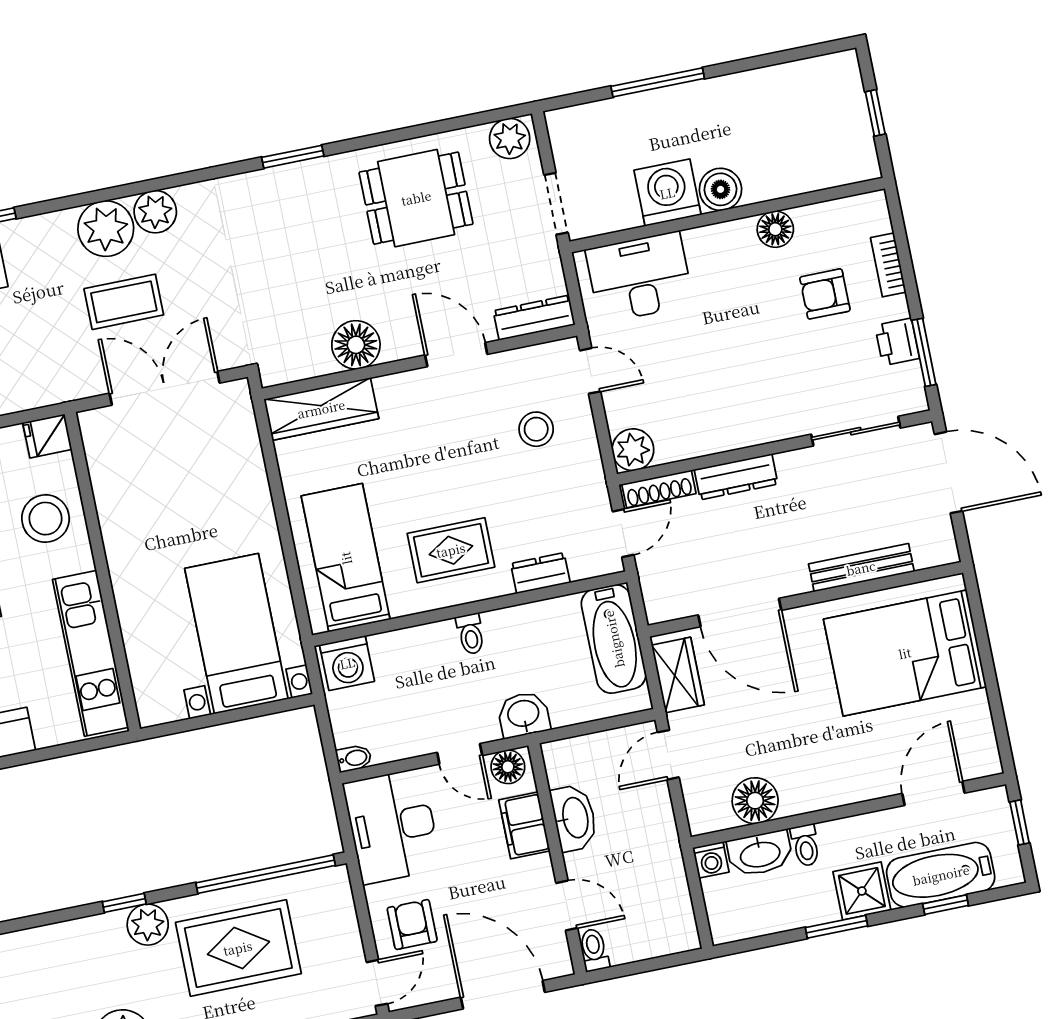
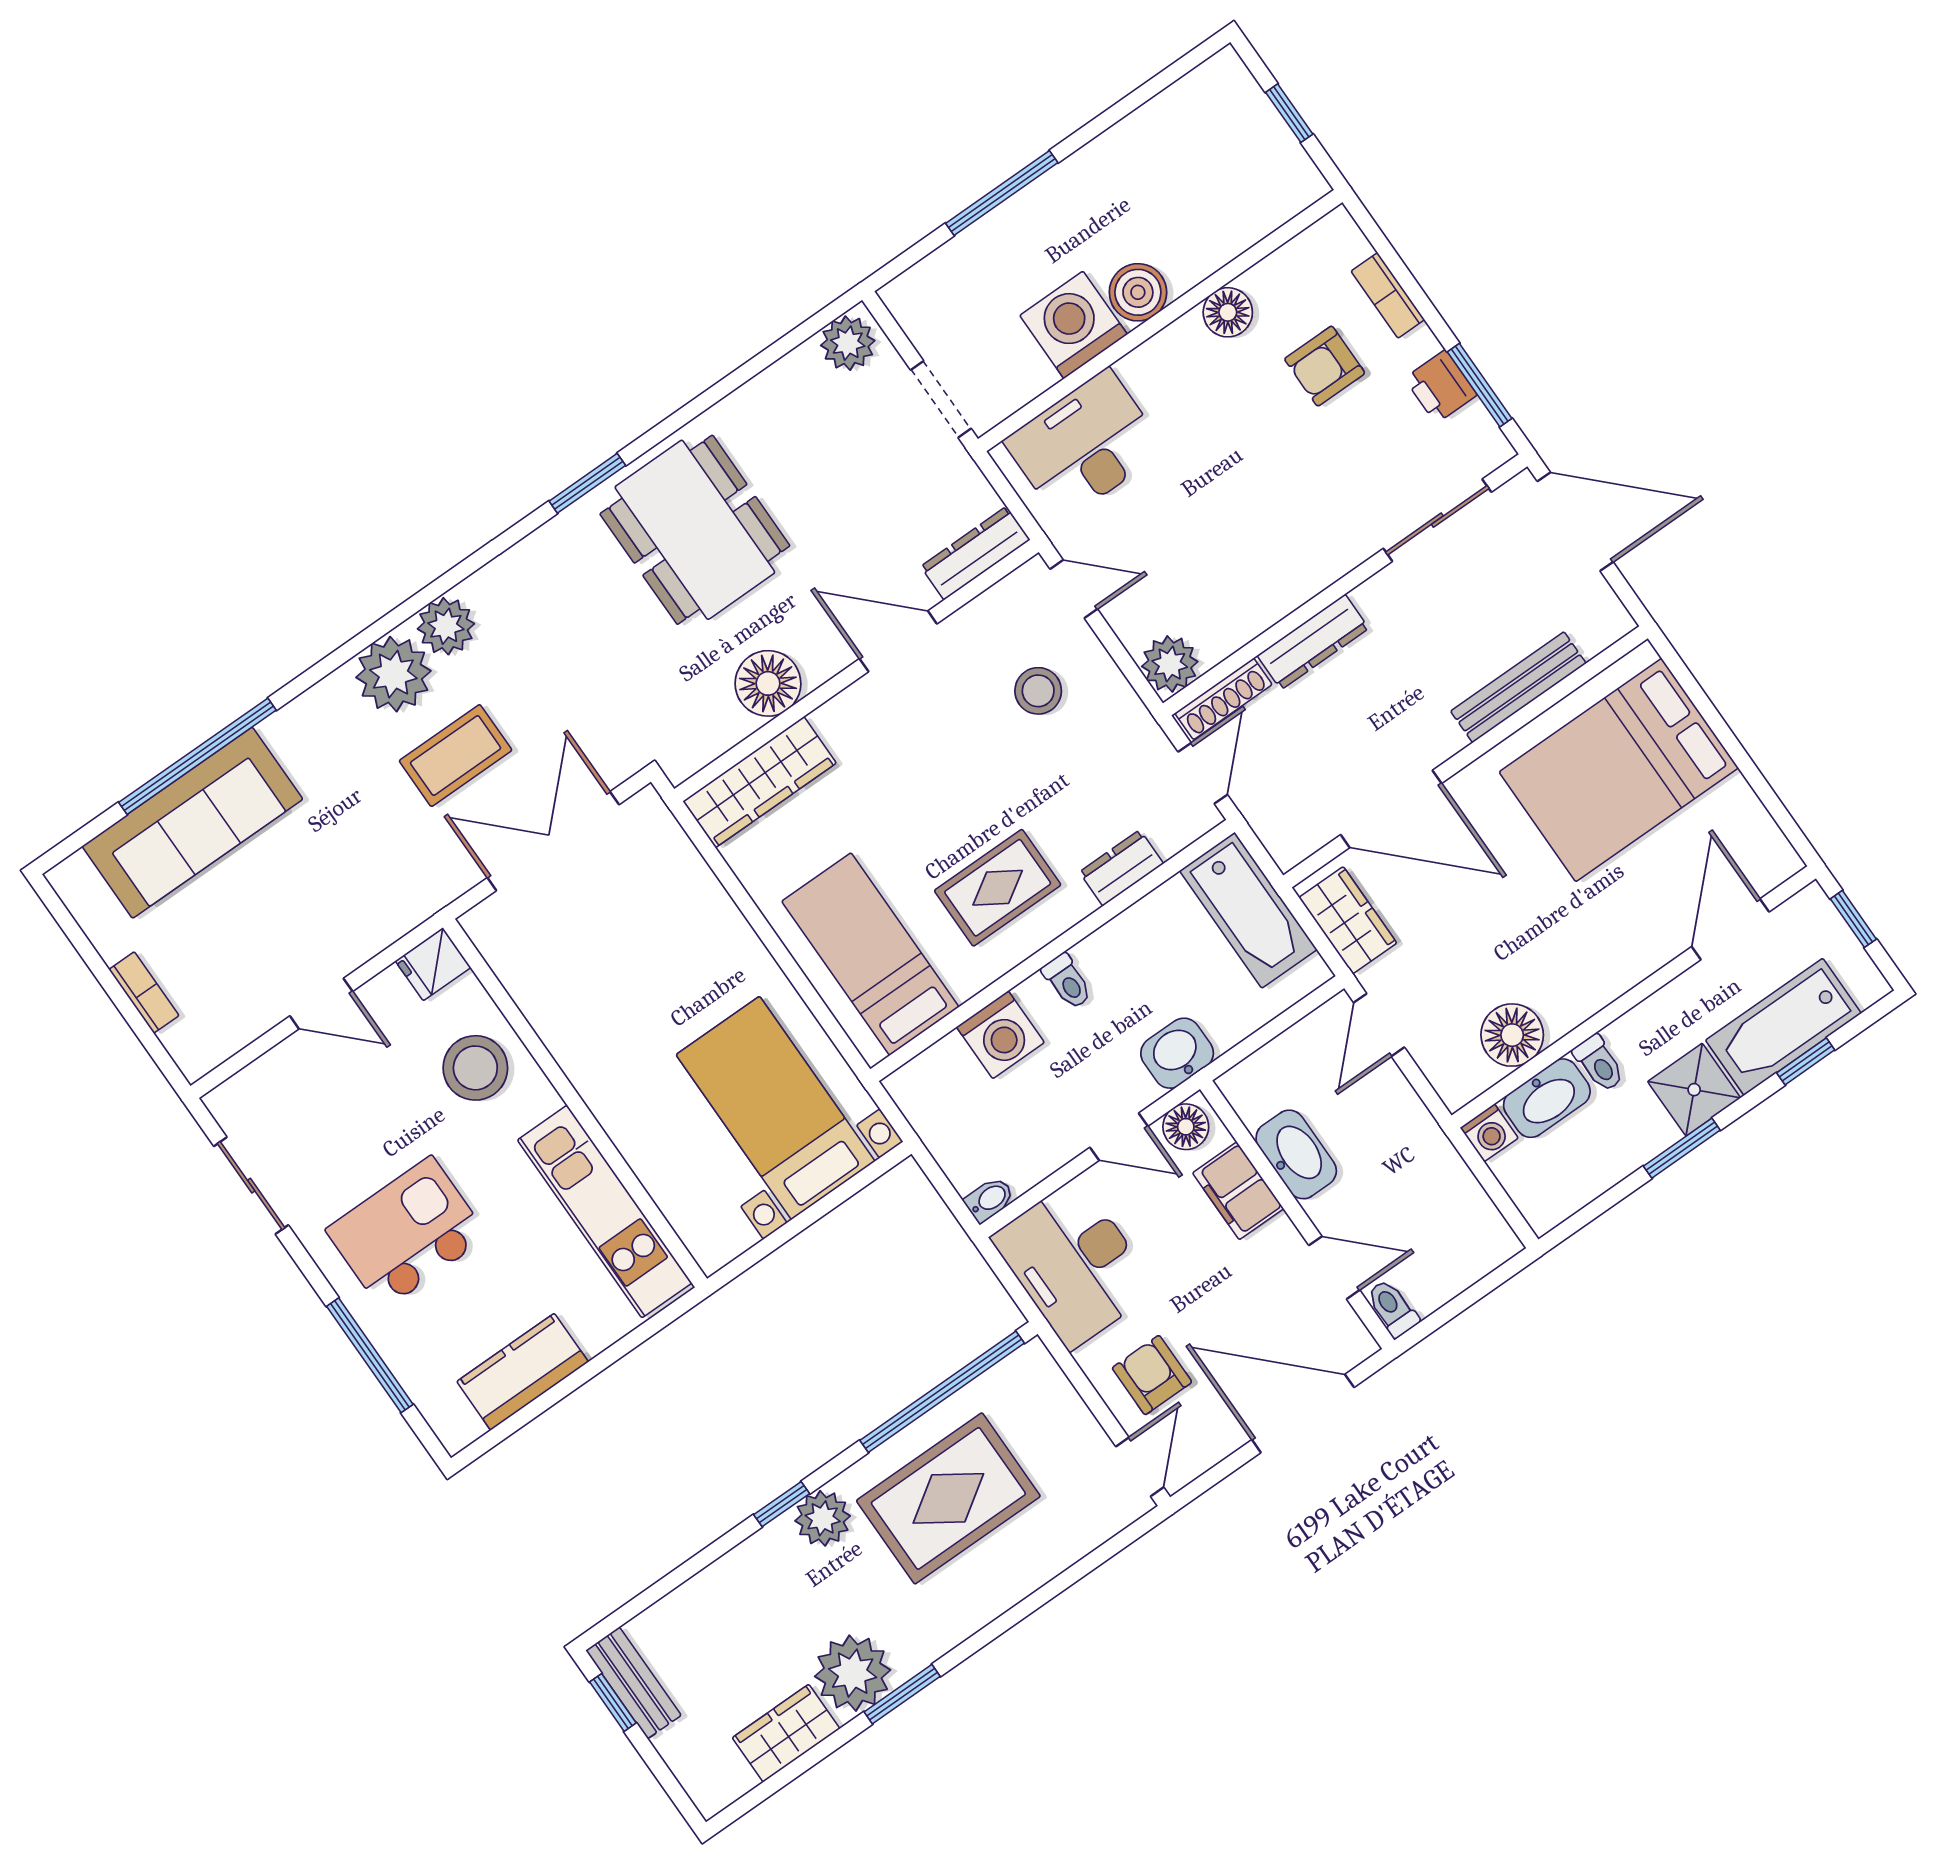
dining table: (416, 198) -> (695, 530), moved, width x1.38
washing machine: (347, 663) -> (1000, 1035), moved

